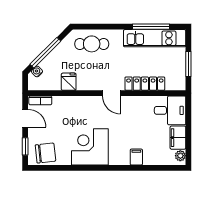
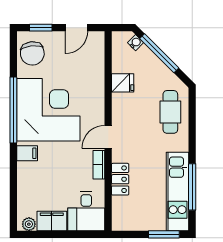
window: (188, 64) -> (164, 234), moved
locker: (145, 84) -> (120, 179), width x0.66
bookcase: (40, 100) -> (99, 165), moved
corner desk: (90, 147) -> (48, 110), width x1.36, depth x1.36
filing cabinet: (136, 157) -> (27, 153), moved
window: (90, 168) -> (13, 110), added

